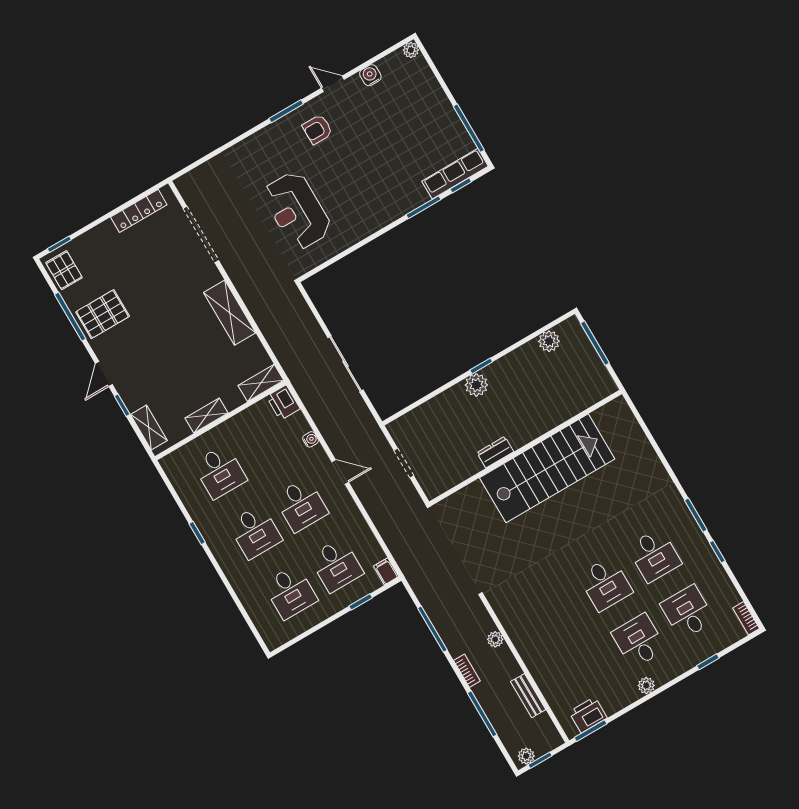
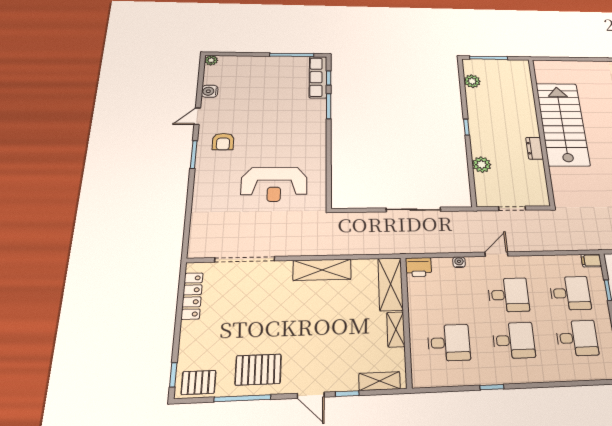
pallet: (103, 314) -> (258, 370), turned 90
shelving: (261, 383) -> (391, 284), width x1.50, depth x1.33
plant: (476, 385) -> (482, 165), moved

